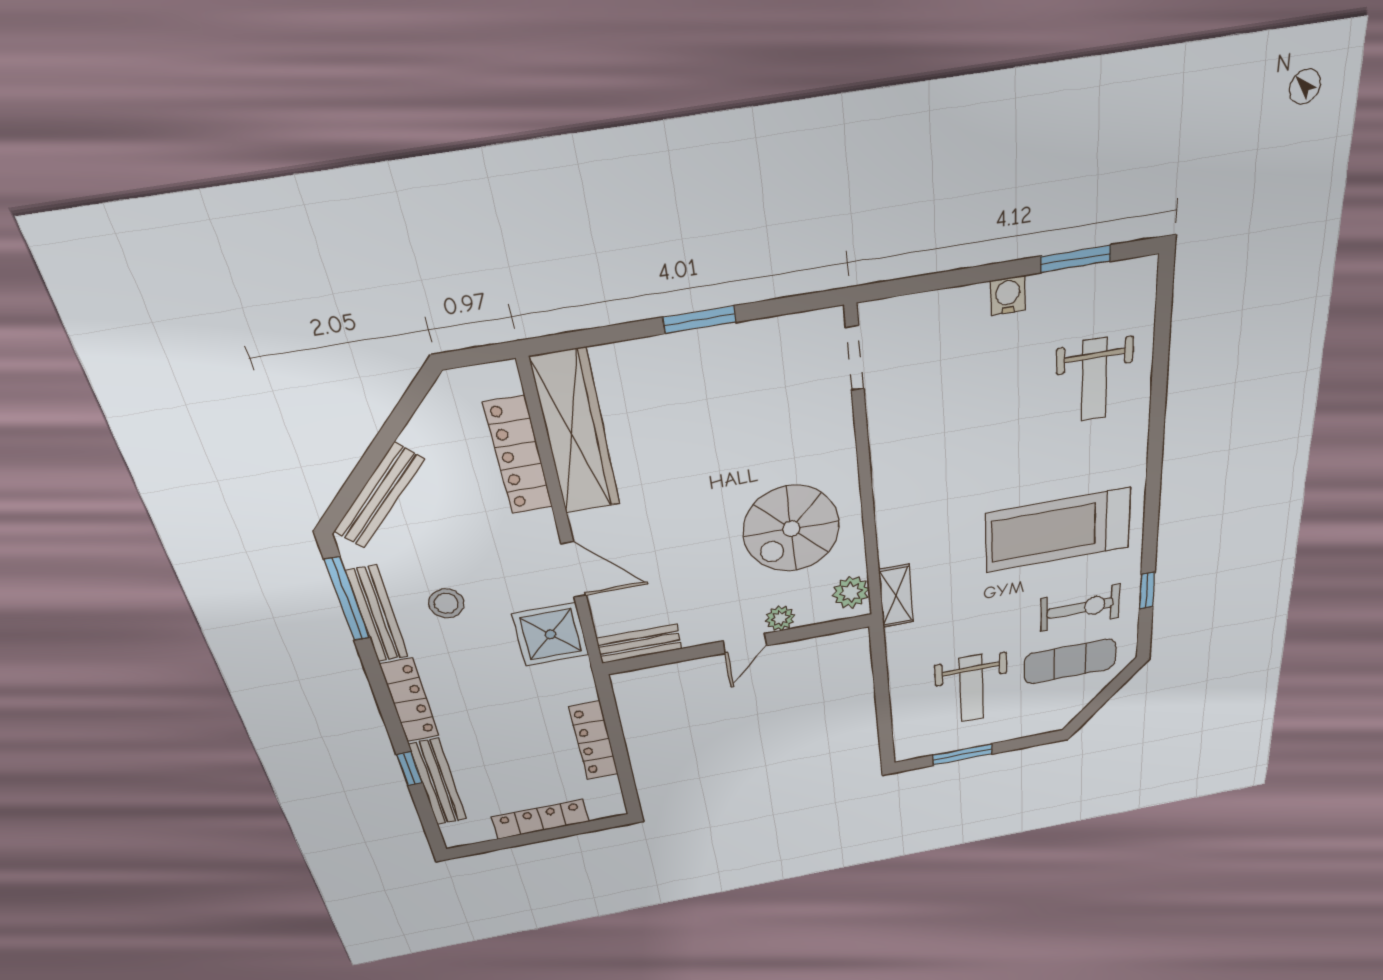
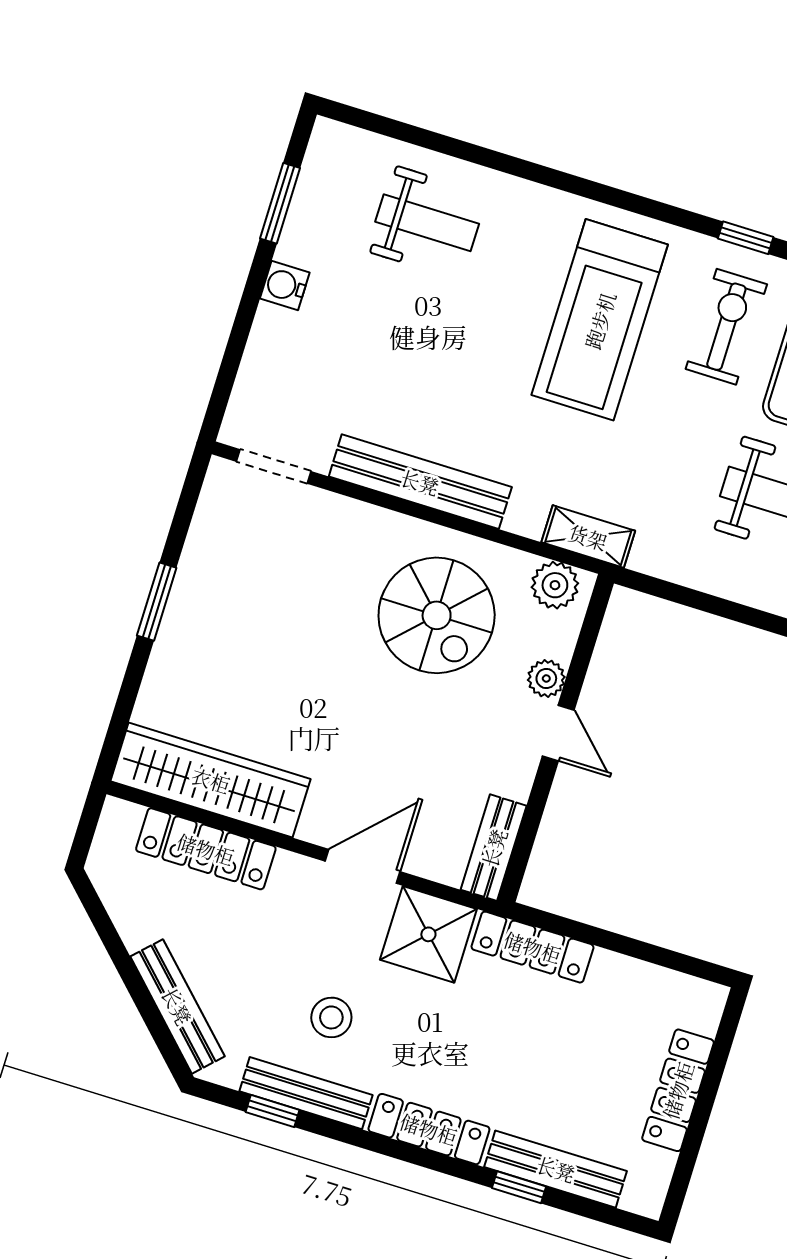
bench: (889, 470) -> (420, 482), added
window: (347, 599) -> (273, 1111), width x0.46
locker: (594, 741) -> (533, 947), moved

